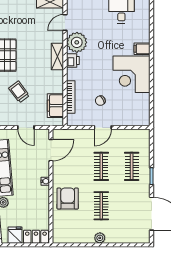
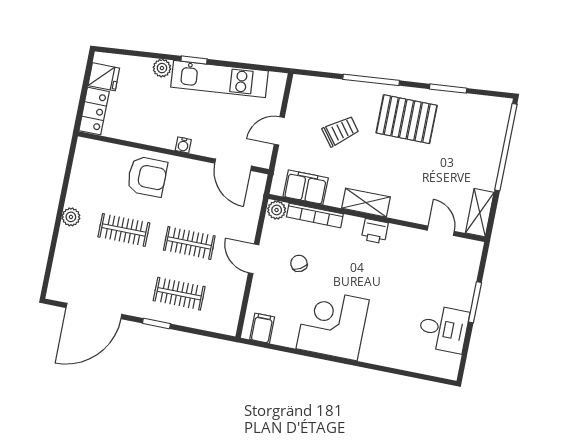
plant: (77, 42) -> (277, 210), moved, width x0.53, depth x0.53
filing cabinet: (142, 49) -> (262, 328), moved
shelving: (57, 57) -> (366, 203), moved

